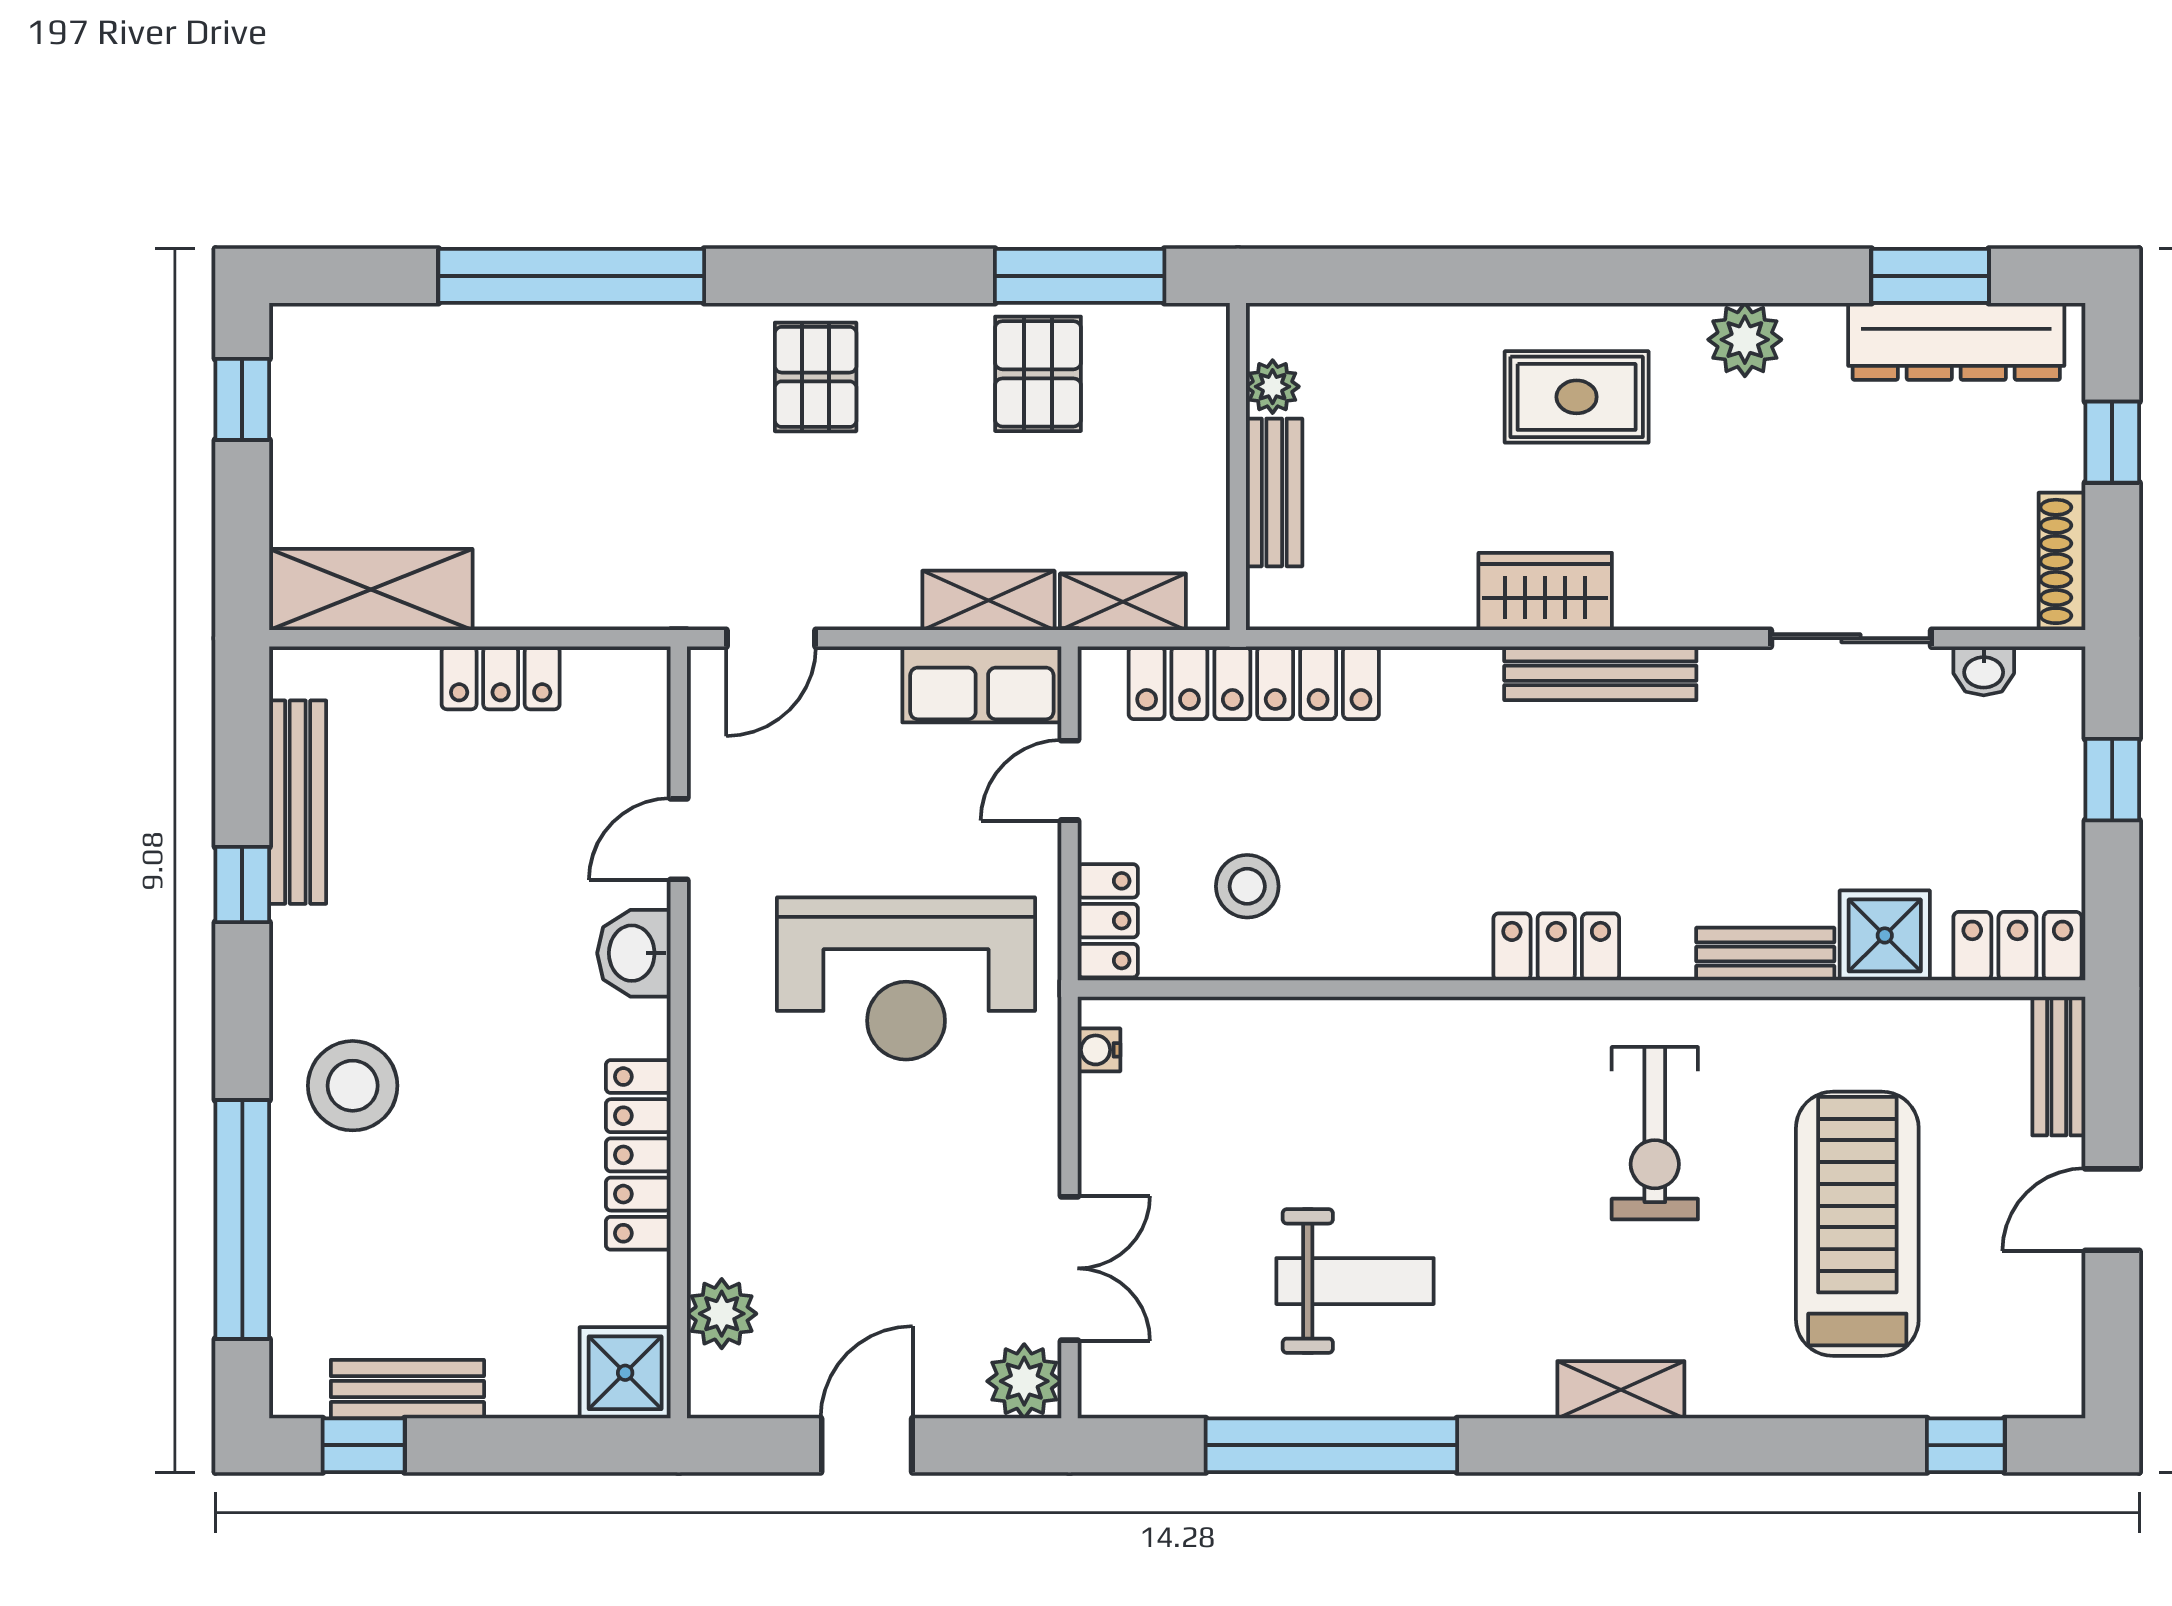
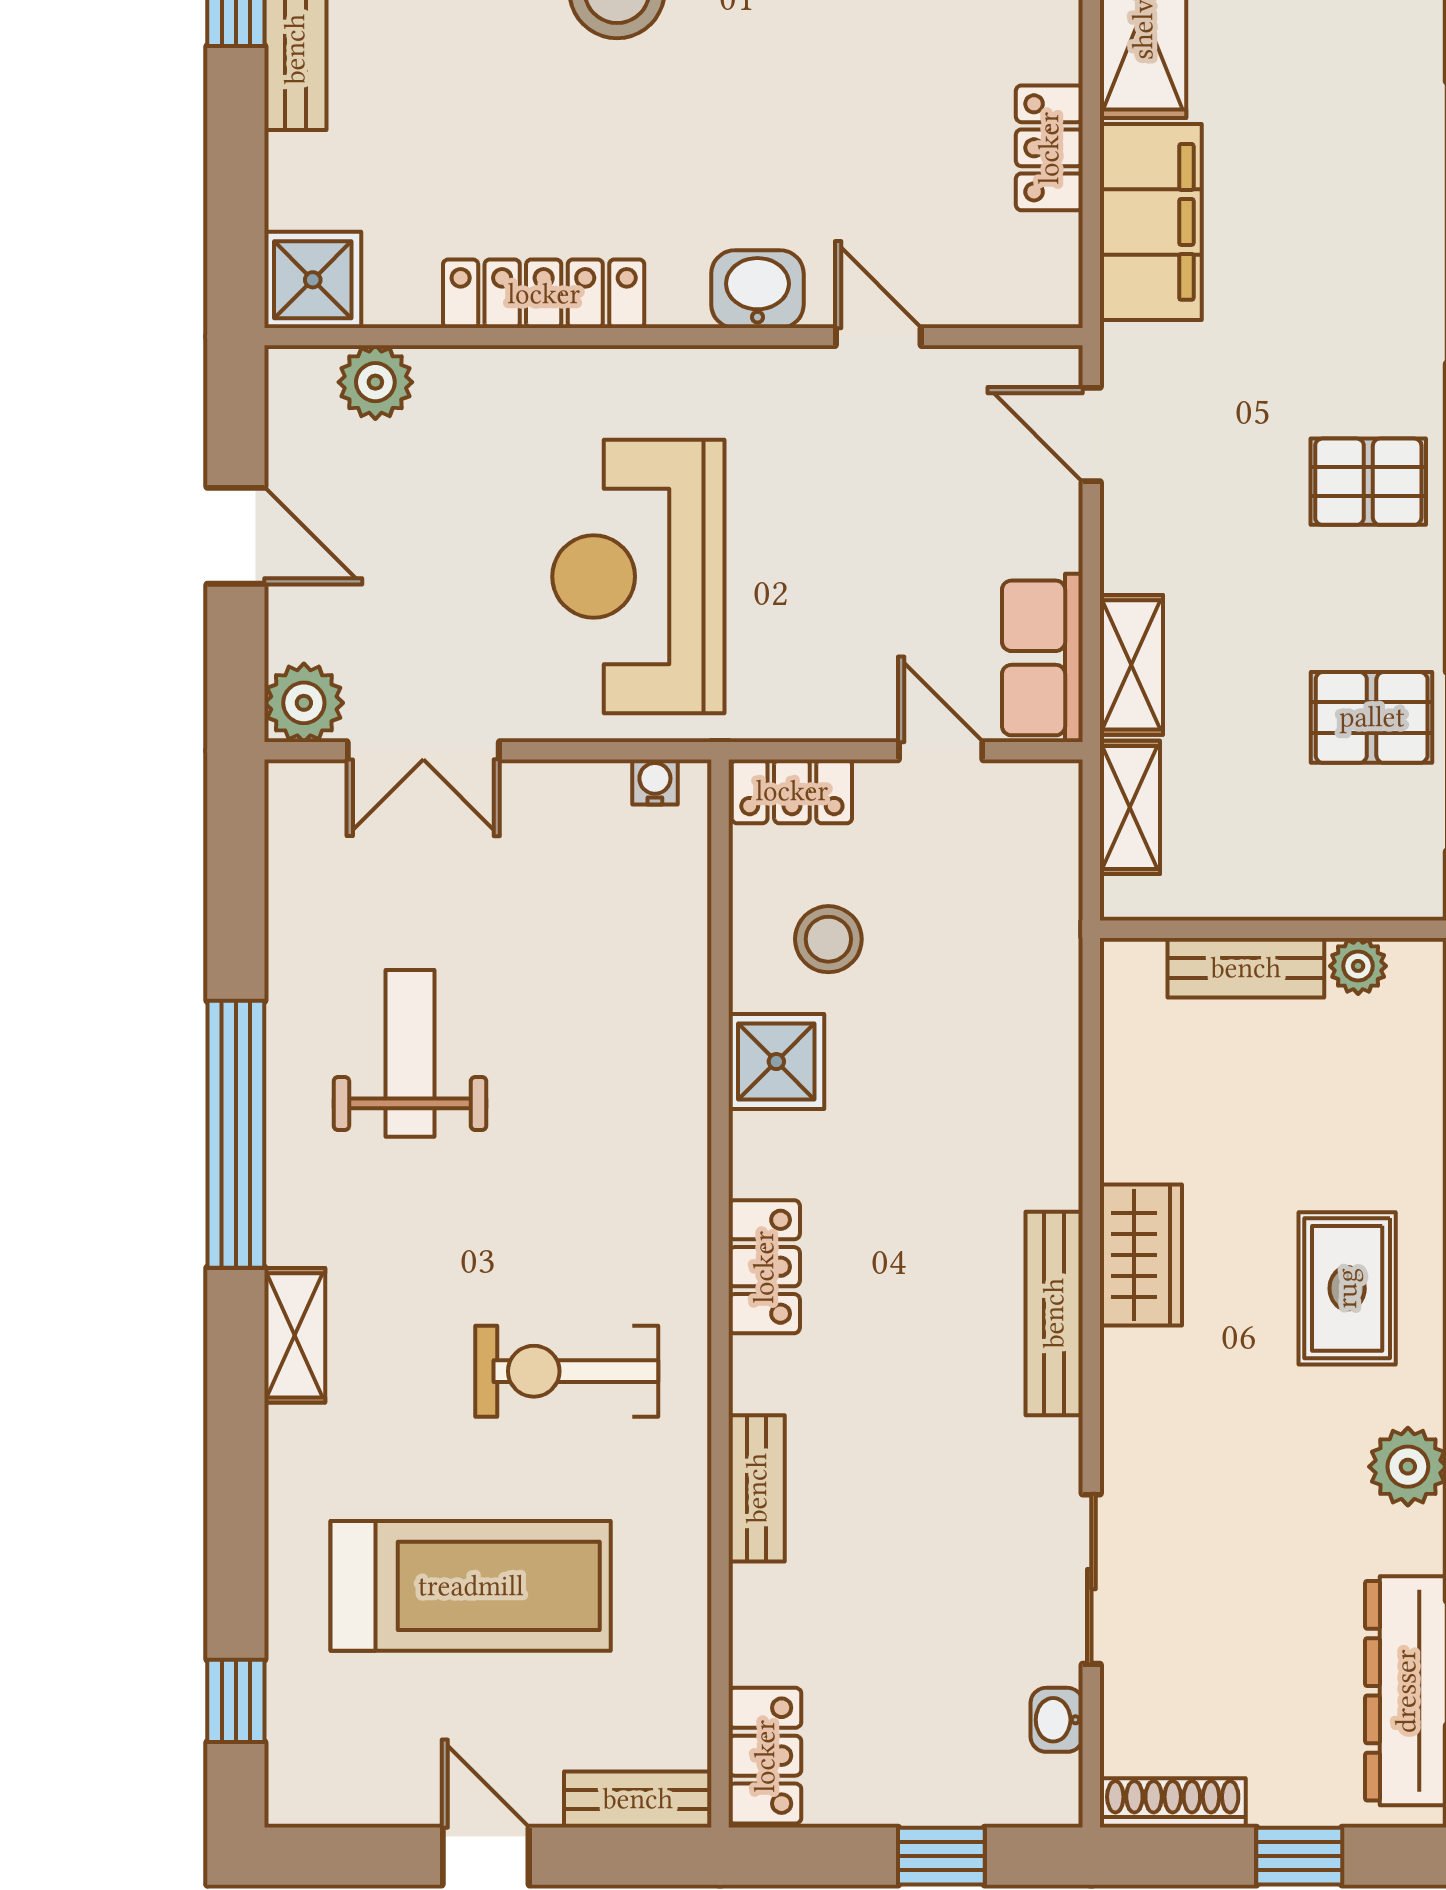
filing cabinet: (571, 582) -> (1151, 222), added
locker: (1254, 683) -> (1044, 946), removed
shower: (1885, 935) -> (776, 1062), moved
reception desk: (906, 978) -> (638, 577), moved
weight bench: (1355, 1281) -> (410, 1053), turned 180
window: (1331, 1445) -> (236, 1134), moved

